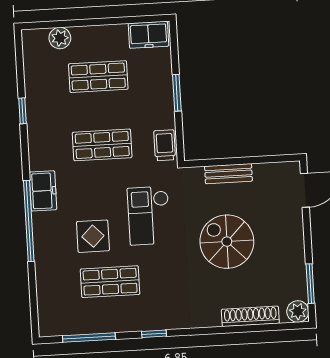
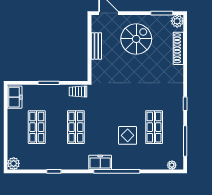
plant: (60, 38) -> (14, 163), moved
bench: (228, 174) -> (96, 46), moved
checkout: (149, 216) -> (118, 103), removed
spiral stairs: (227, 242) -> (136, 39), moved, turned 180
plant: (45, 316) -> (172, 165), added

